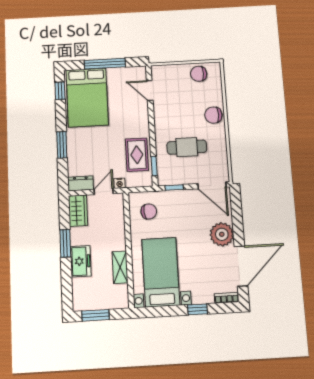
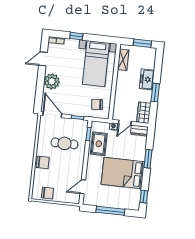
door: (150, 90) -> (83, 187), swing flipped
bed: (87, 97) -> (123, 173), moved, turned -90
door: (241, 266) -> (43, 59), width x0.53
shelving: (120, 267) -> (123, 60), moved

